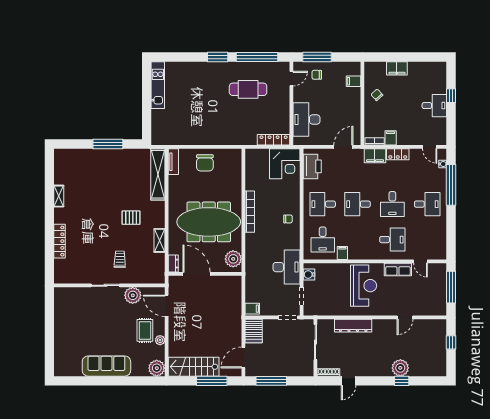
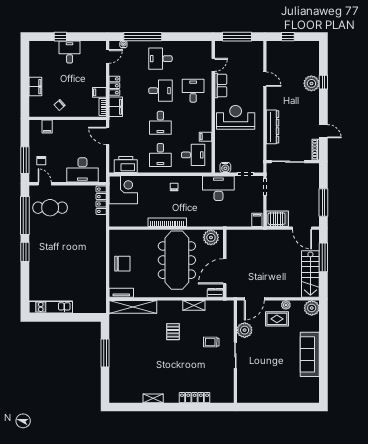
cafe table: (248, 89) -> (50, 208), moved, turned 90
desk: (427, 204) -> (160, 59), turned -90

